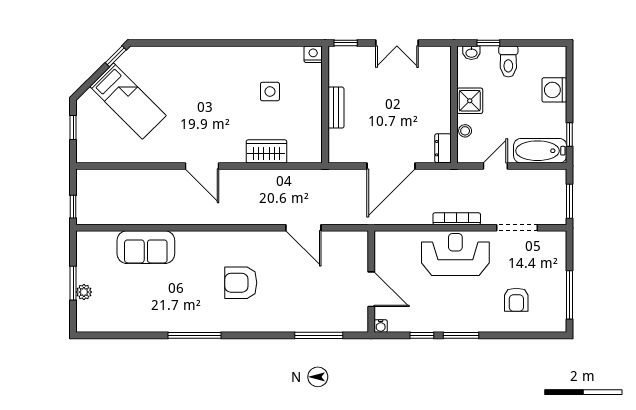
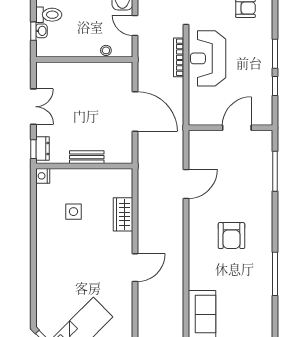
washbasin: (471, 53) -> (41, 31), moved
shower: (470, 101) -> (81, 47), removed
dresser: (443, 148) -> (42, 149), moved, turned -90
water cooler: (381, 326) -> (267, 120), removed

